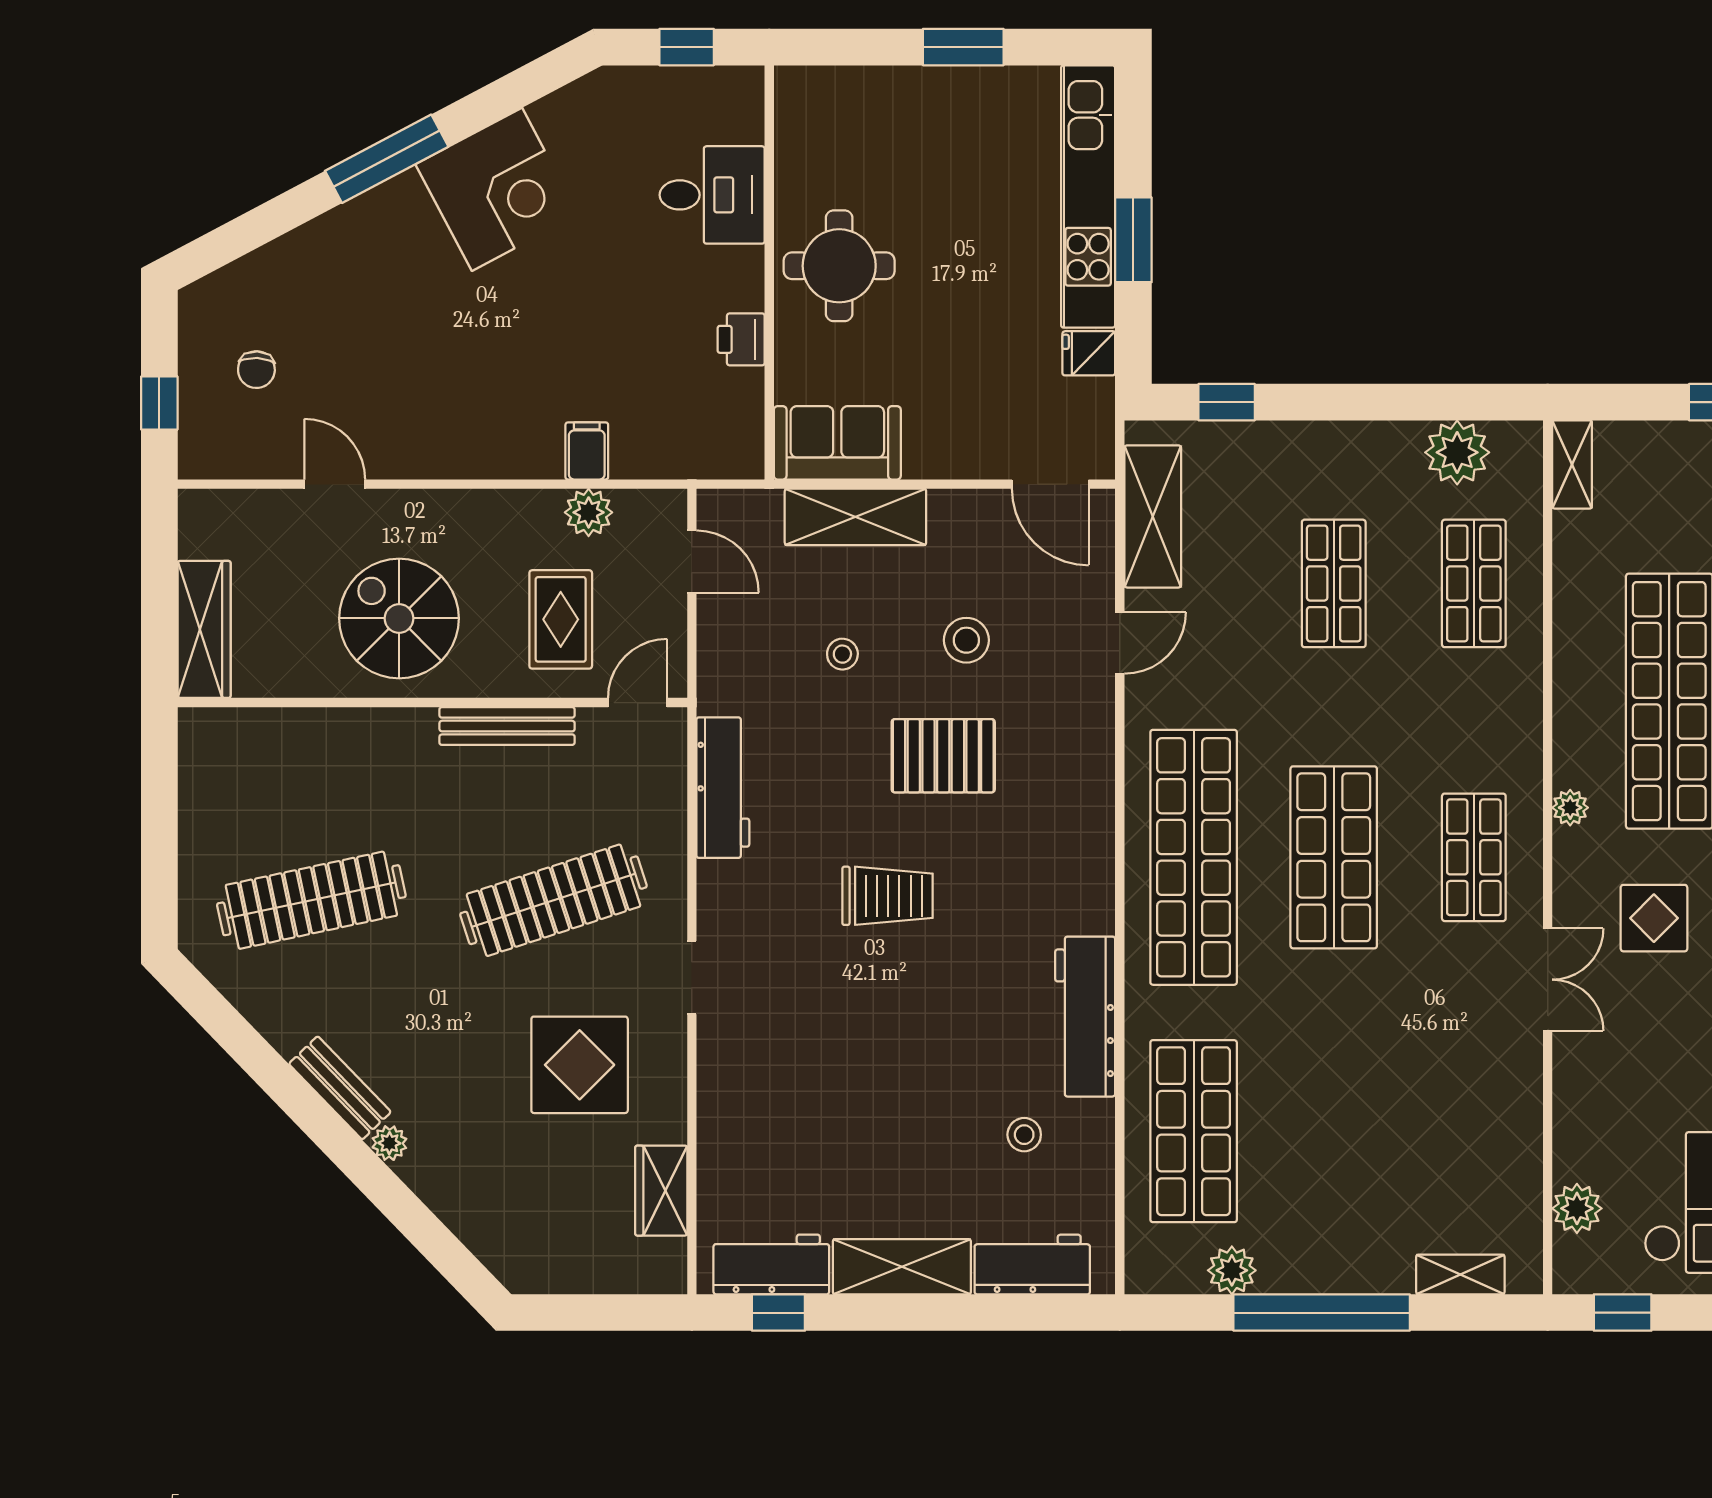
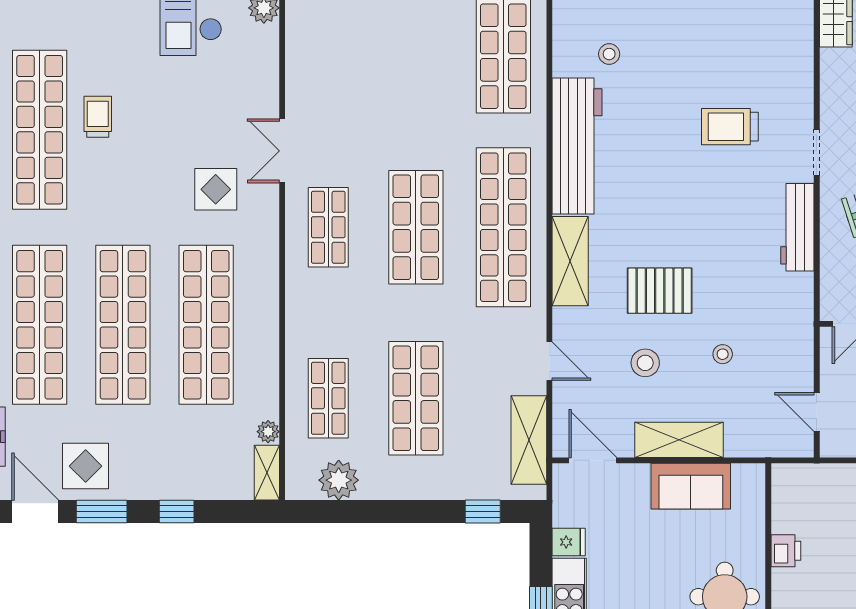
sofa: (837, 443) -> (691, 486), moved
shelving: (855, 517) -> (679, 440), moved
shop shelf: (1334, 583) -> (416, 398), width x1.43, depth x1.36
door: (1120, 643) -> (549, 361), swing flipped
workbench: (723, 788) -> (797, 227), moved
shelving: (1086, 803) -> (570, 261), added
plant: (1570, 808) -> (268, 432), moved
trolley: (888, 896) -> (730, 127), moved
workbench: (1085, 1017) -> (577, 146), width x1.36, depth x1.32

